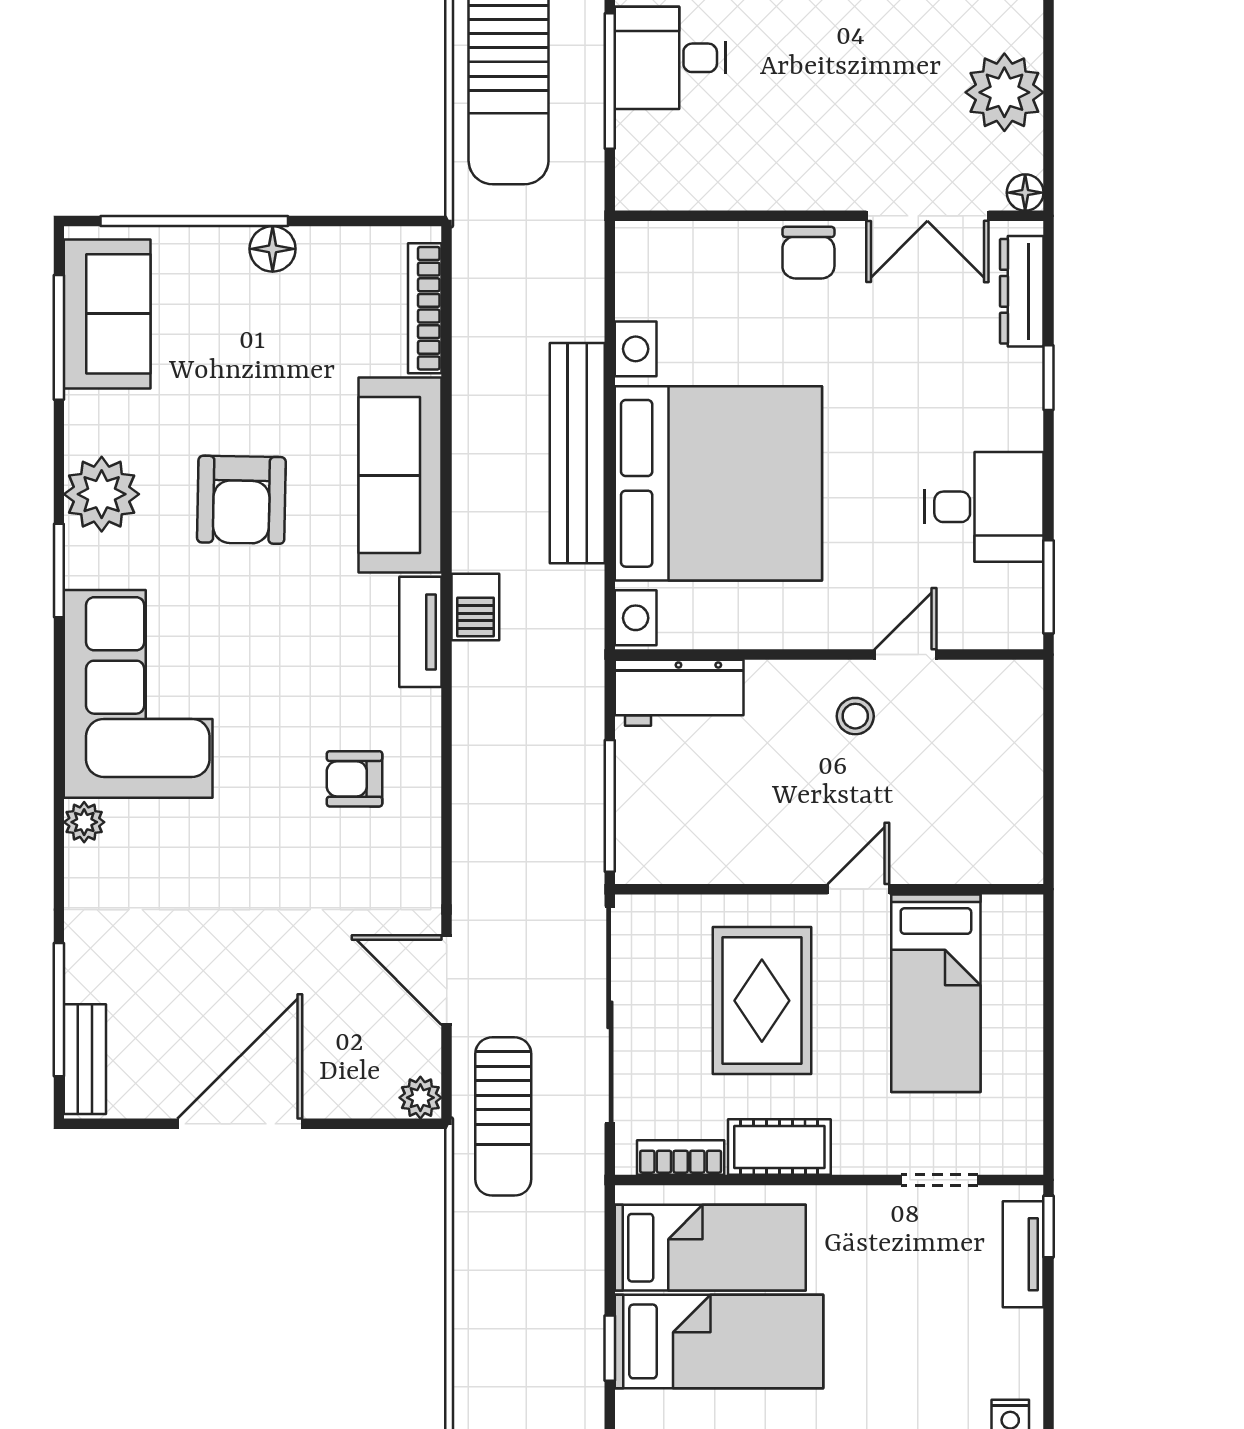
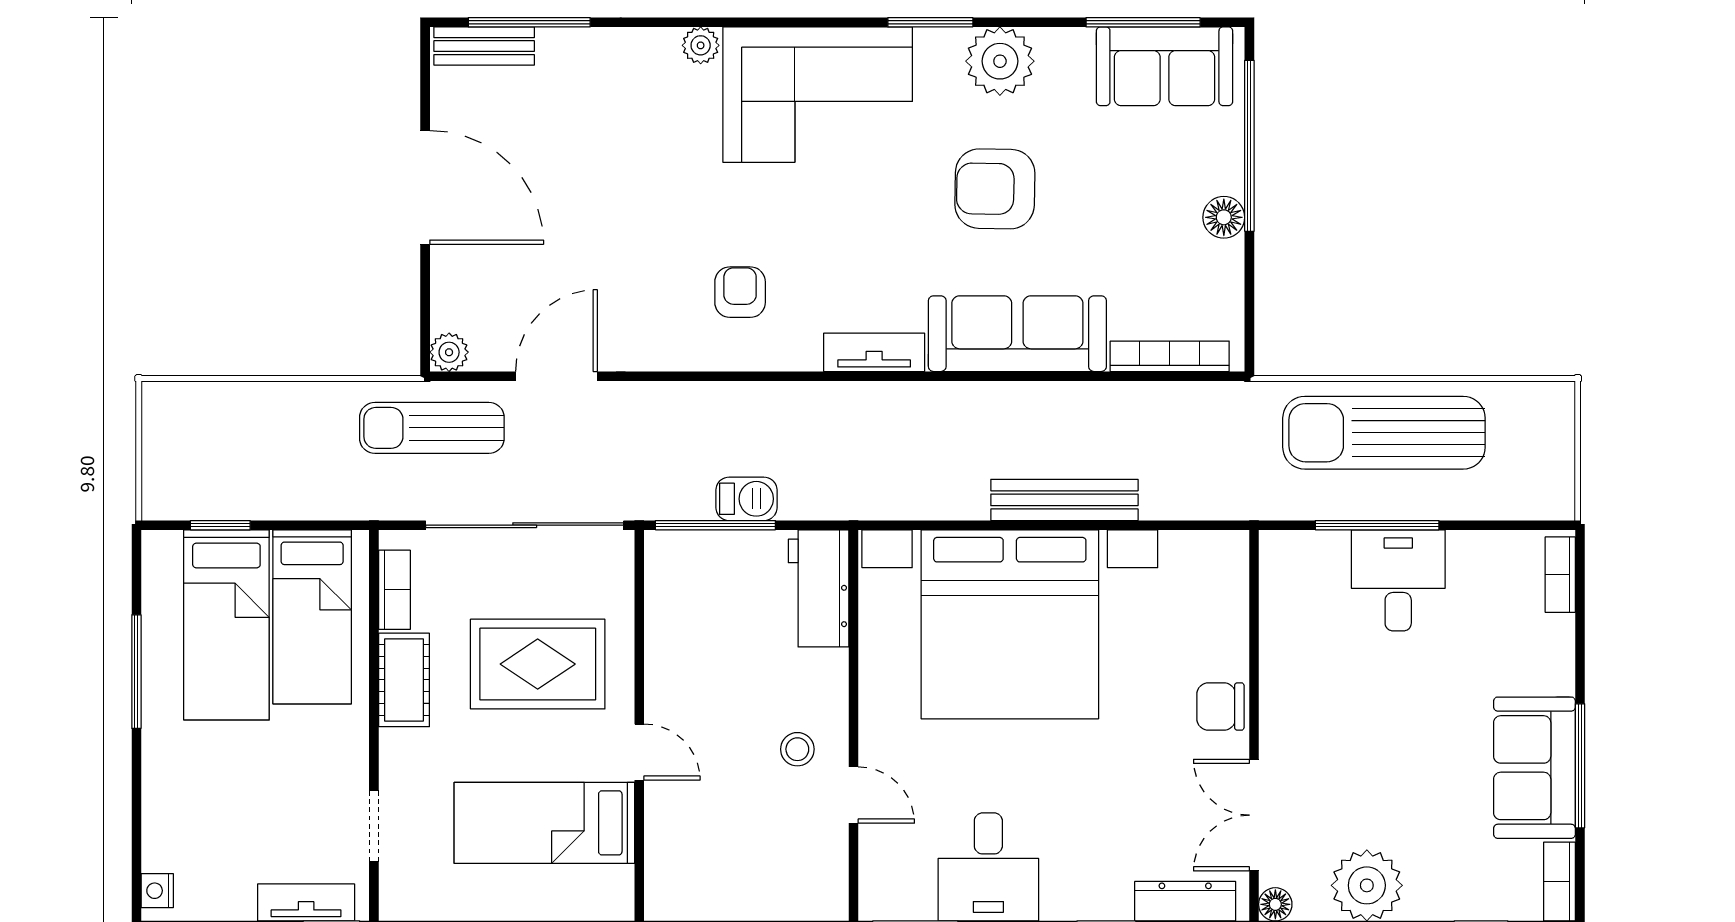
bench: (577, 453) -> (1064, 500), width x0.73, depth x0.82
barbecue: (475, 607) -> (746, 499), moved, turned 180

